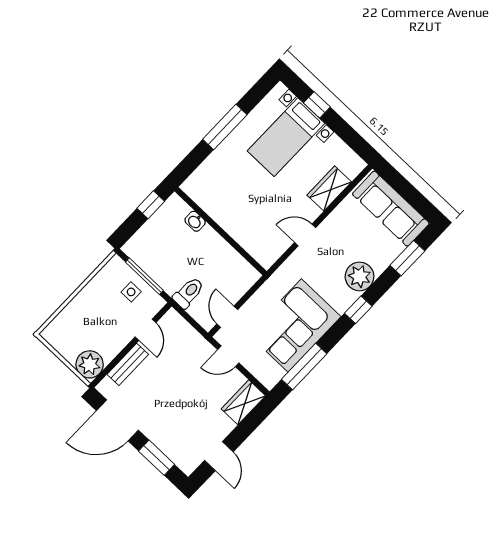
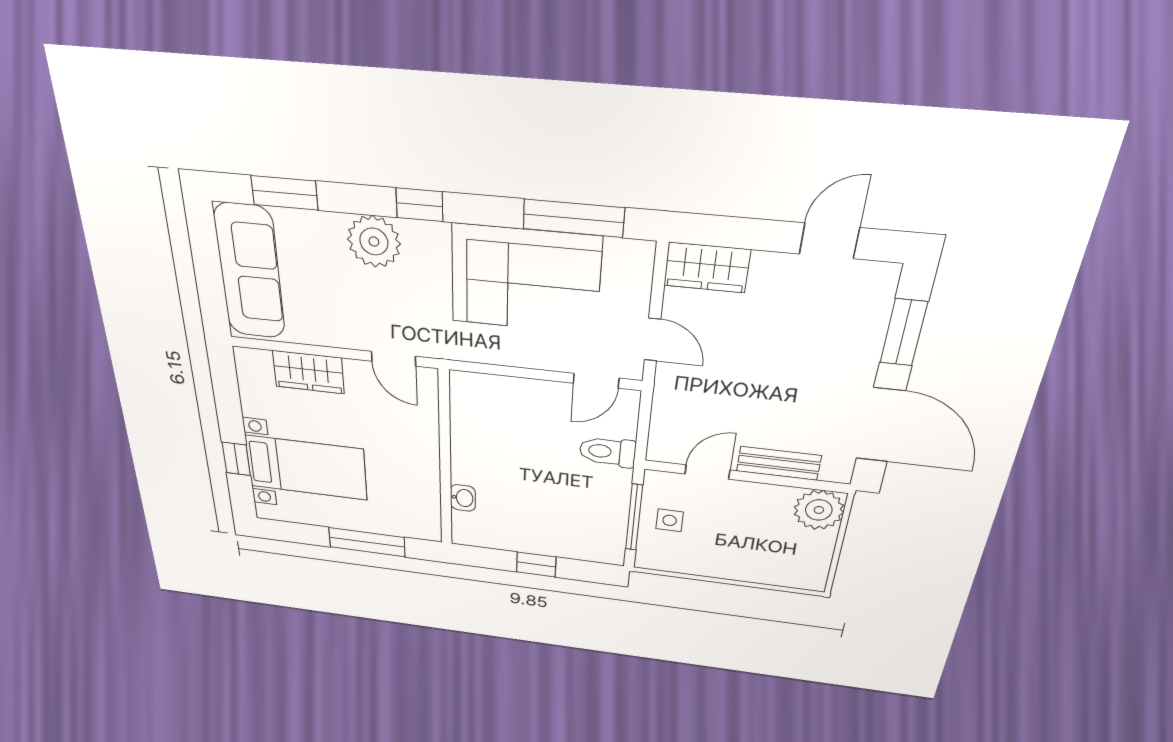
washbasin: (195, 221) -> (463, 498), moved
wall: (221, 231) -> (445, 461), moved

